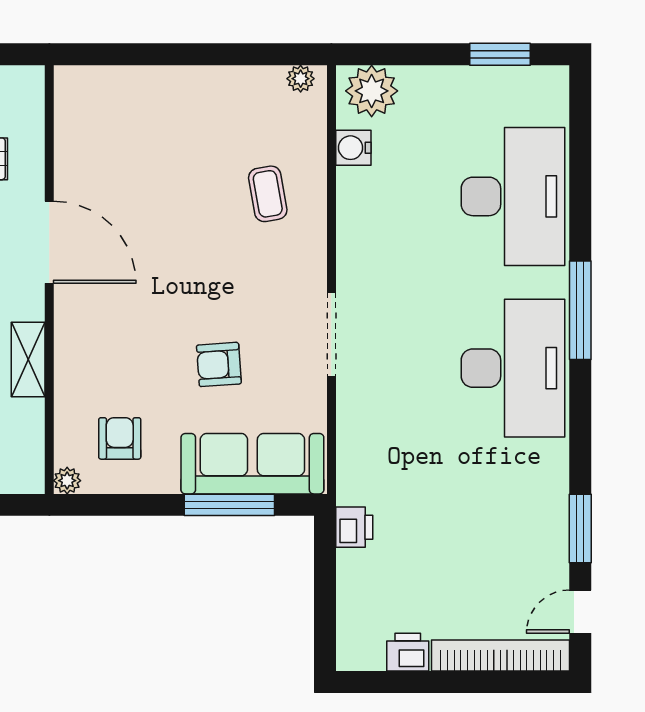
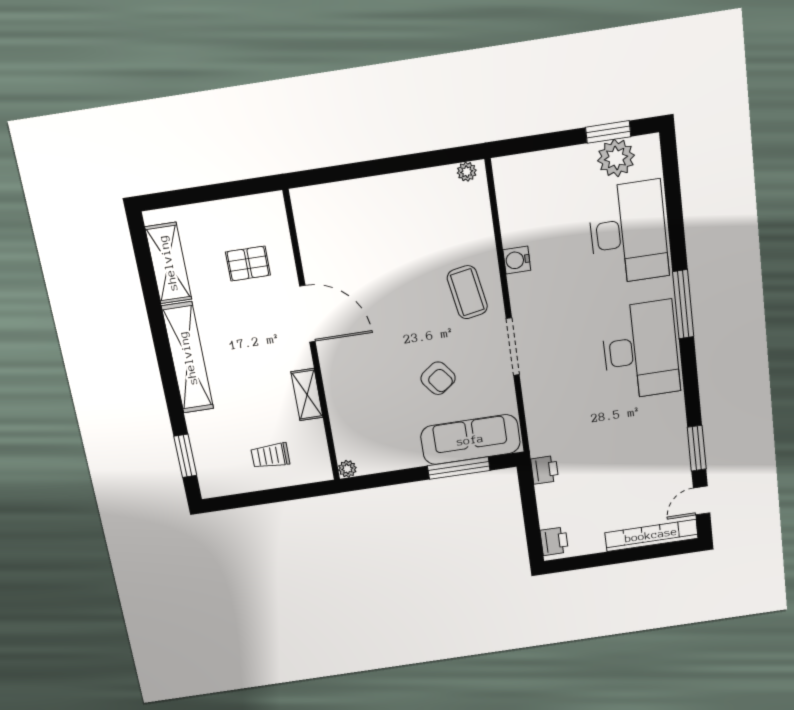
plant: (372, 91) -> (616, 158), moved
water cooler: (353, 148) -> (517, 260), moved
coffee table: (268, 194) -> (467, 292), moved, width x1.36, depth x1.30
armchair: (219, 364) -> (438, 378), turned -123
armchair: (120, 438) -> (378, 437), removed
printer: (408, 652) -> (554, 541), moved, turned 90

